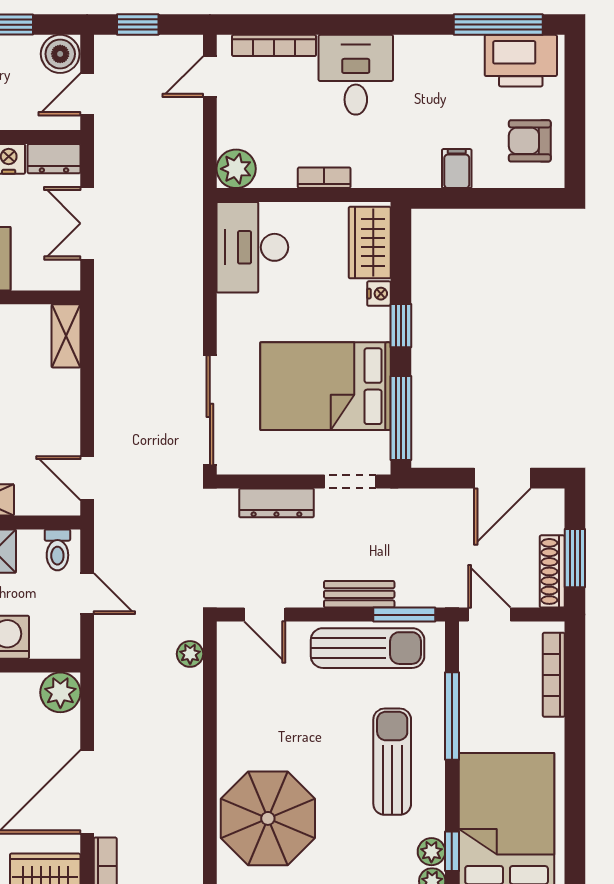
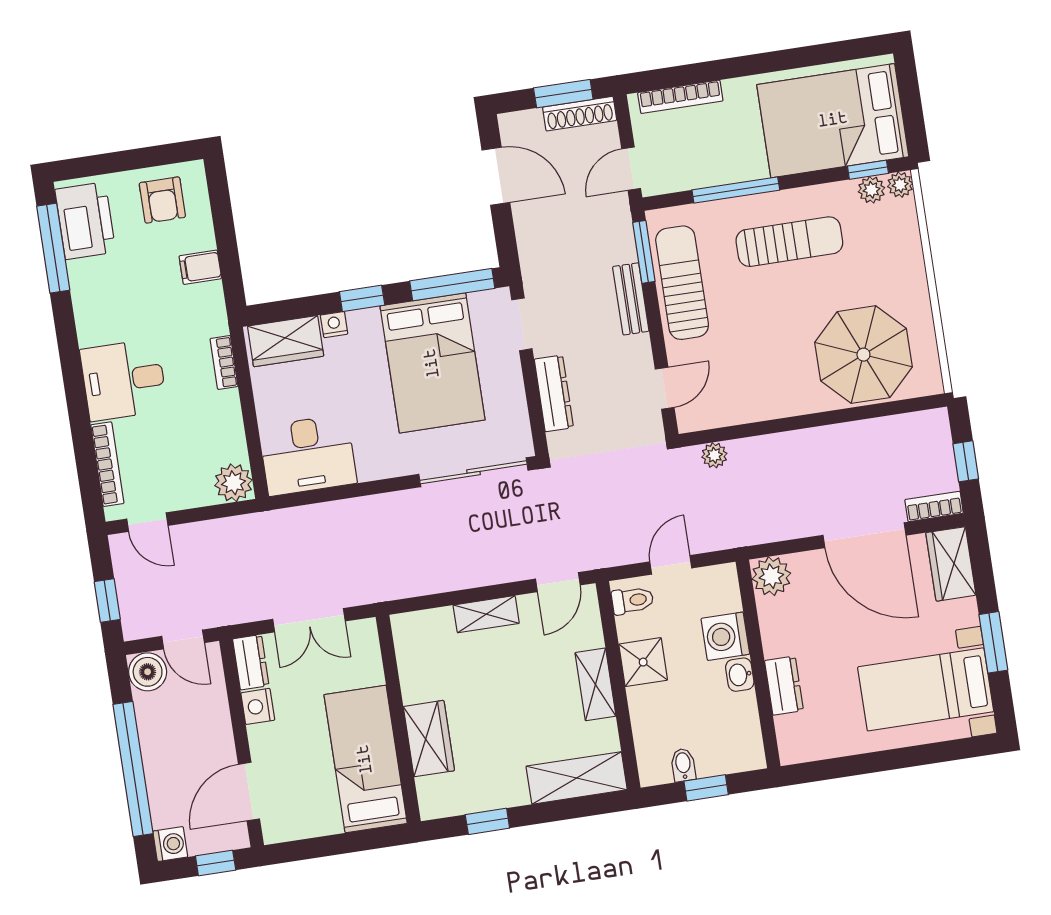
bookcase: (324, 178) -> (224, 362), moved
shelving: (66, 336) -> (486, 614), moved
sun lounger: (392, 762) -> (789, 242), turned 180

